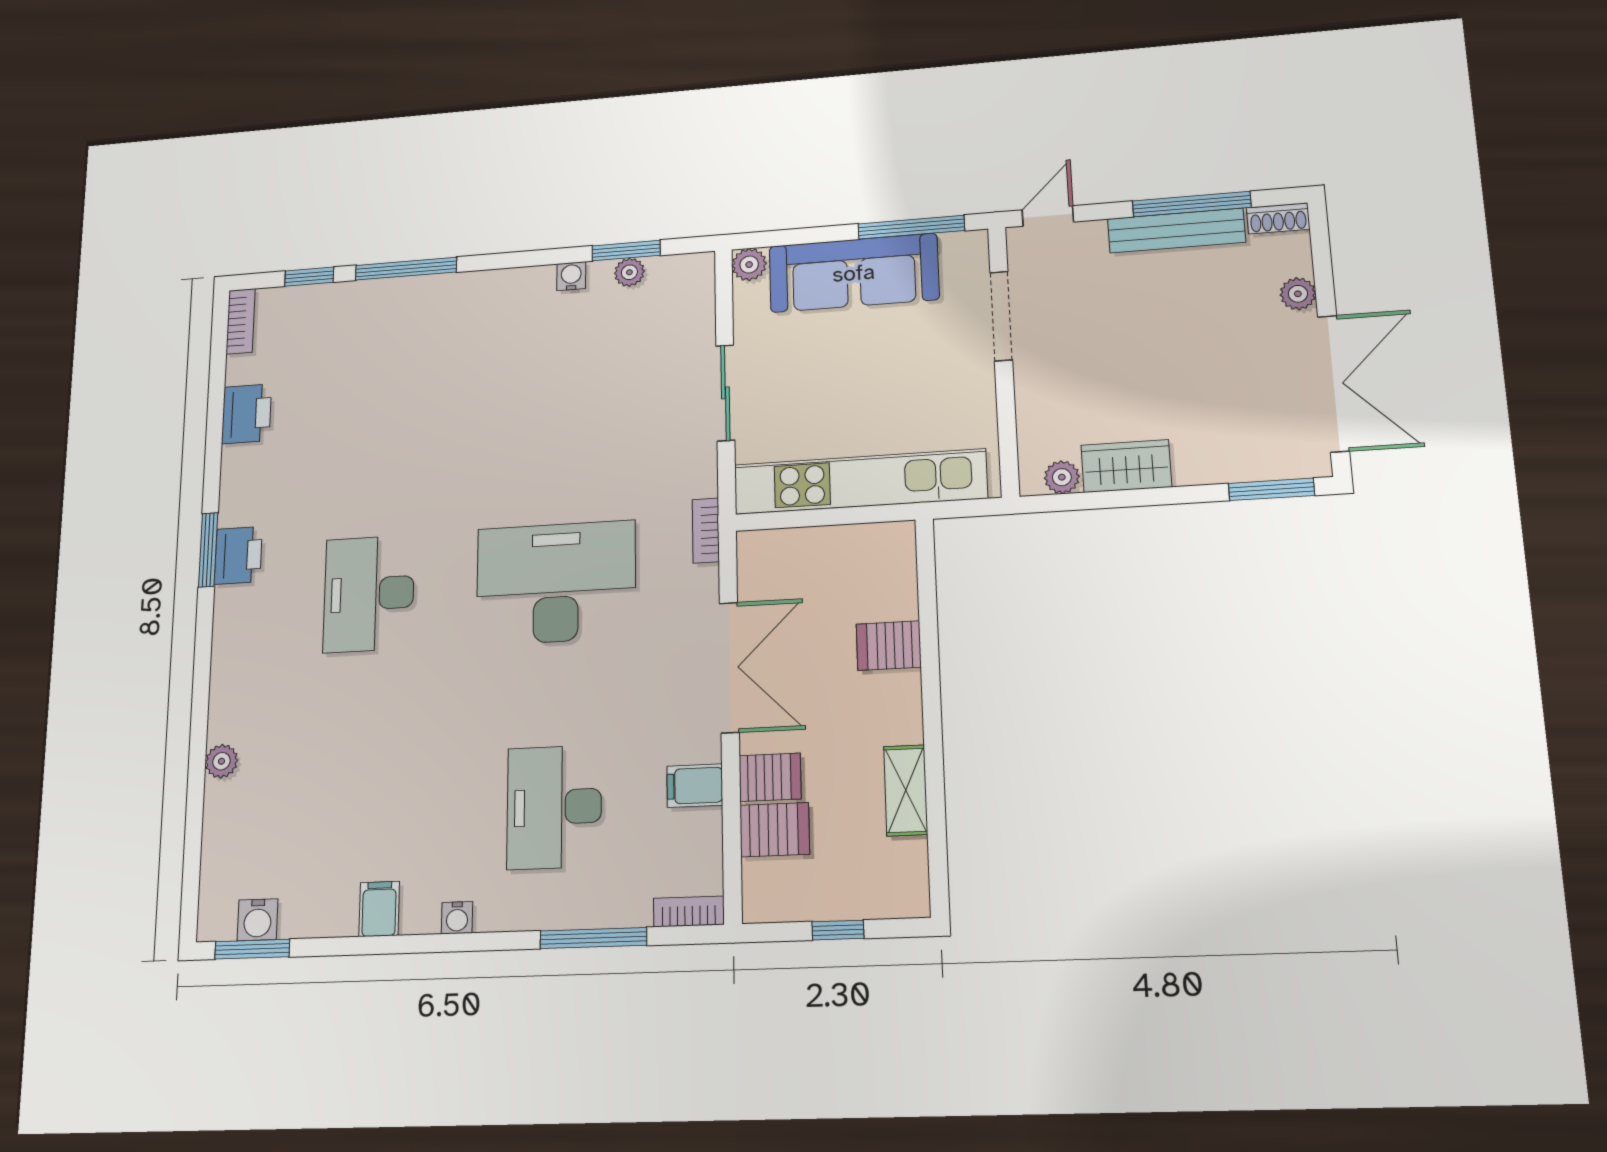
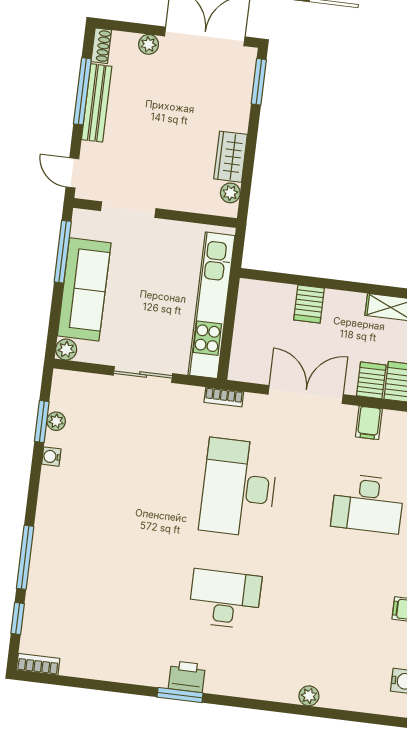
printer: (247, 414) -> (99, 665), removed
desk: (369, 594) -> (225, 599), turned 180

